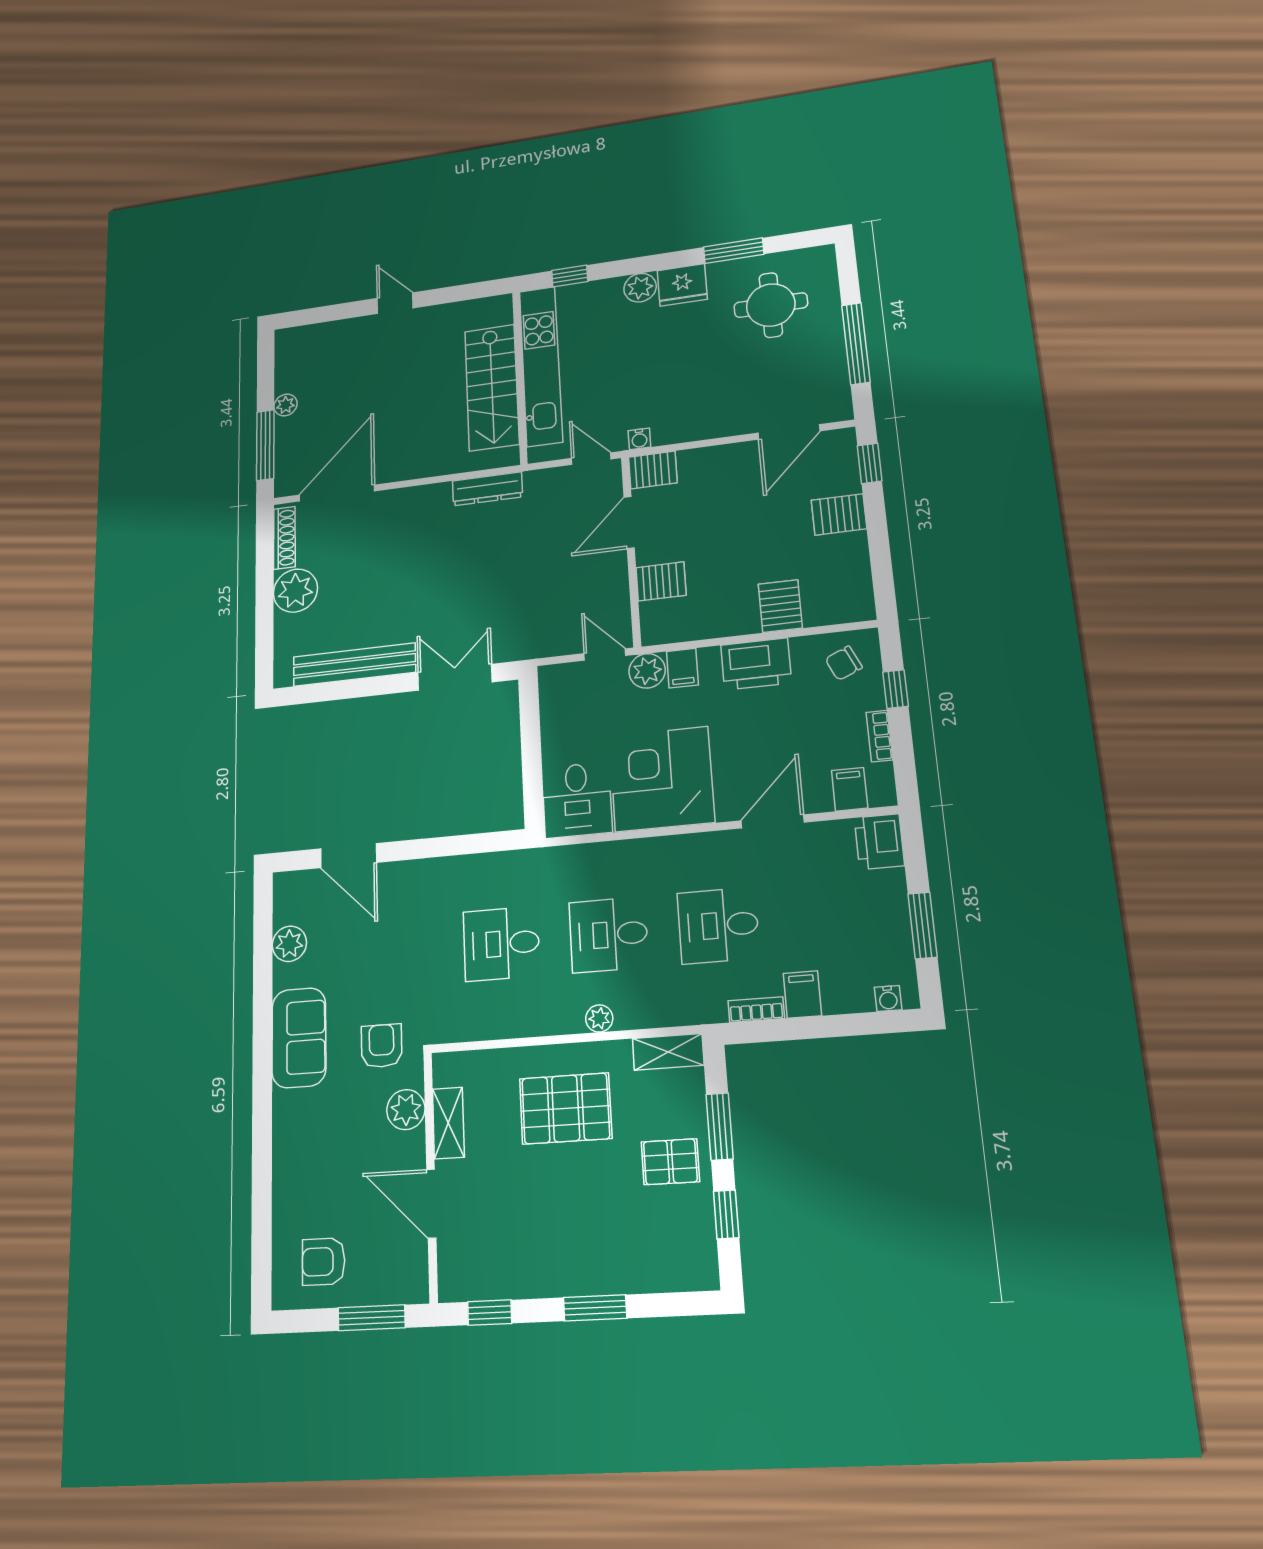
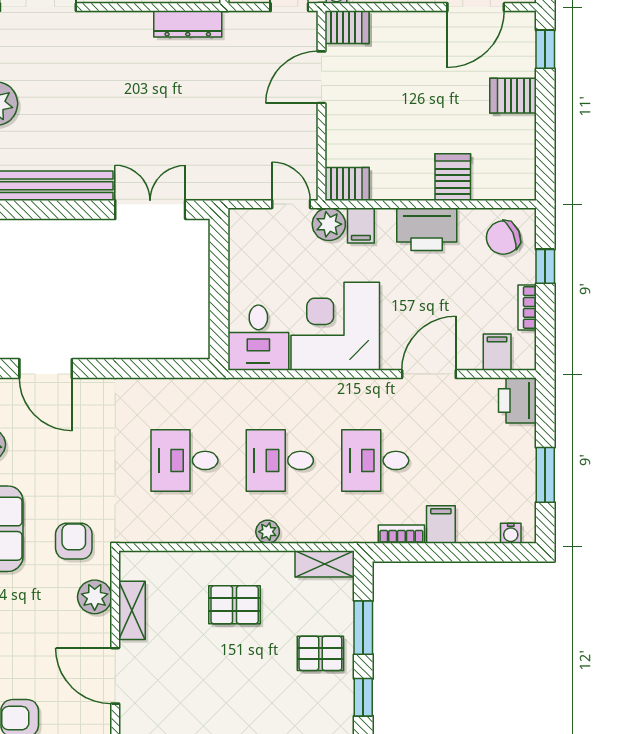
server rack: (661, 581) -> (347, 184), moved
chair: (844, 663) -> (503, 238), width x1.37, depth x1.37
pallet: (566, 1108) -> (235, 605), width x0.67, depth x0.71

